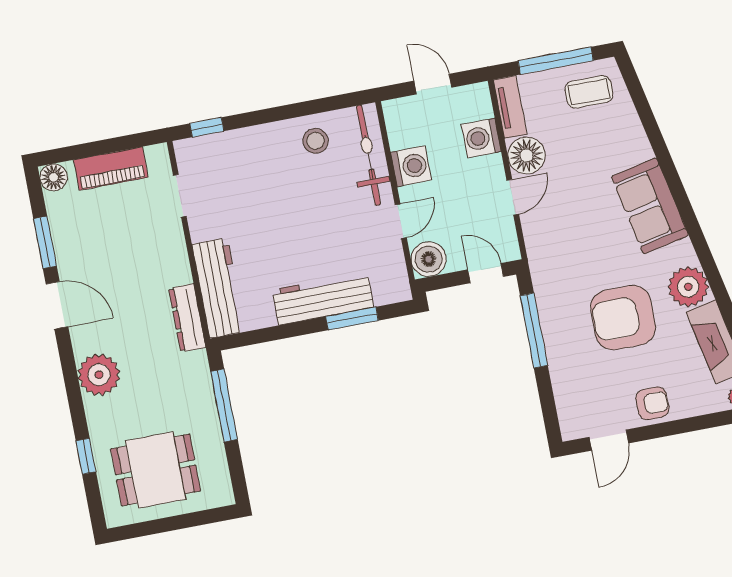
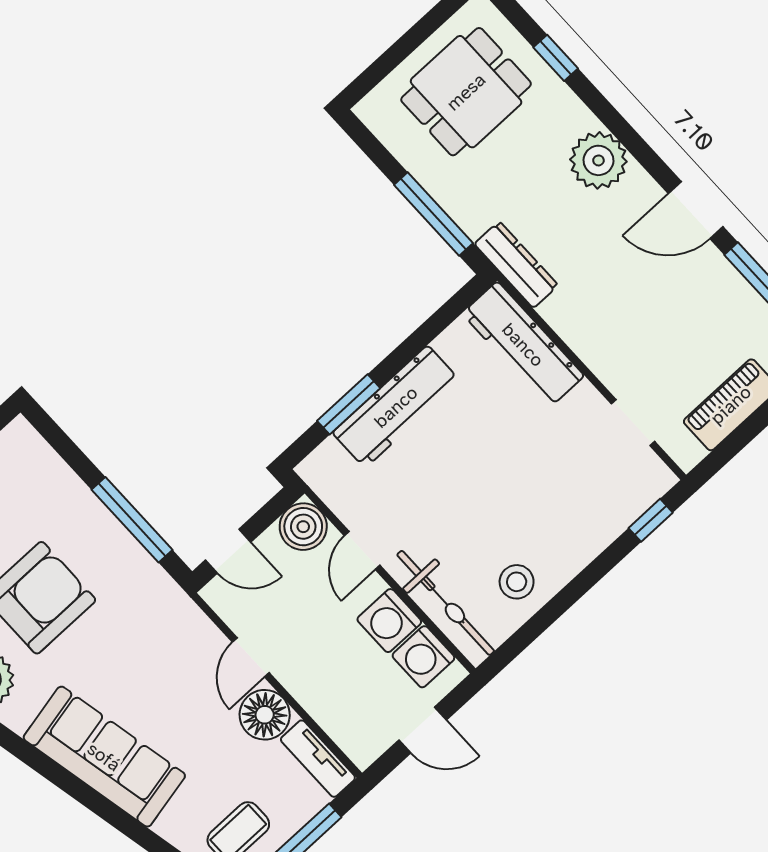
washing machine: (481, 138) -> (423, 657), moved, turned 180
sofa: (650, 206) -> (104, 757), width x1.36
dresser: (187, 318) -> (516, 265), moved

